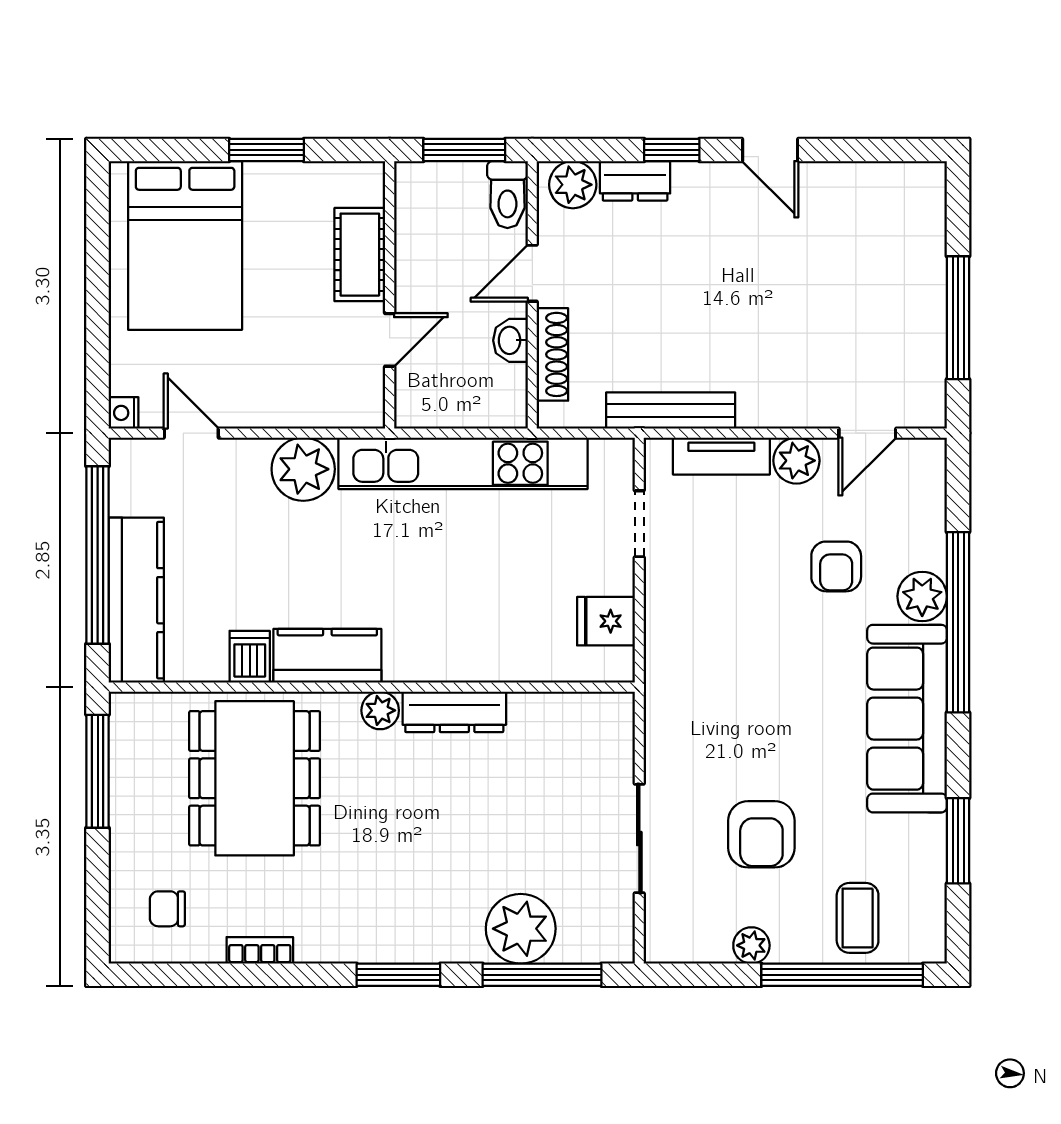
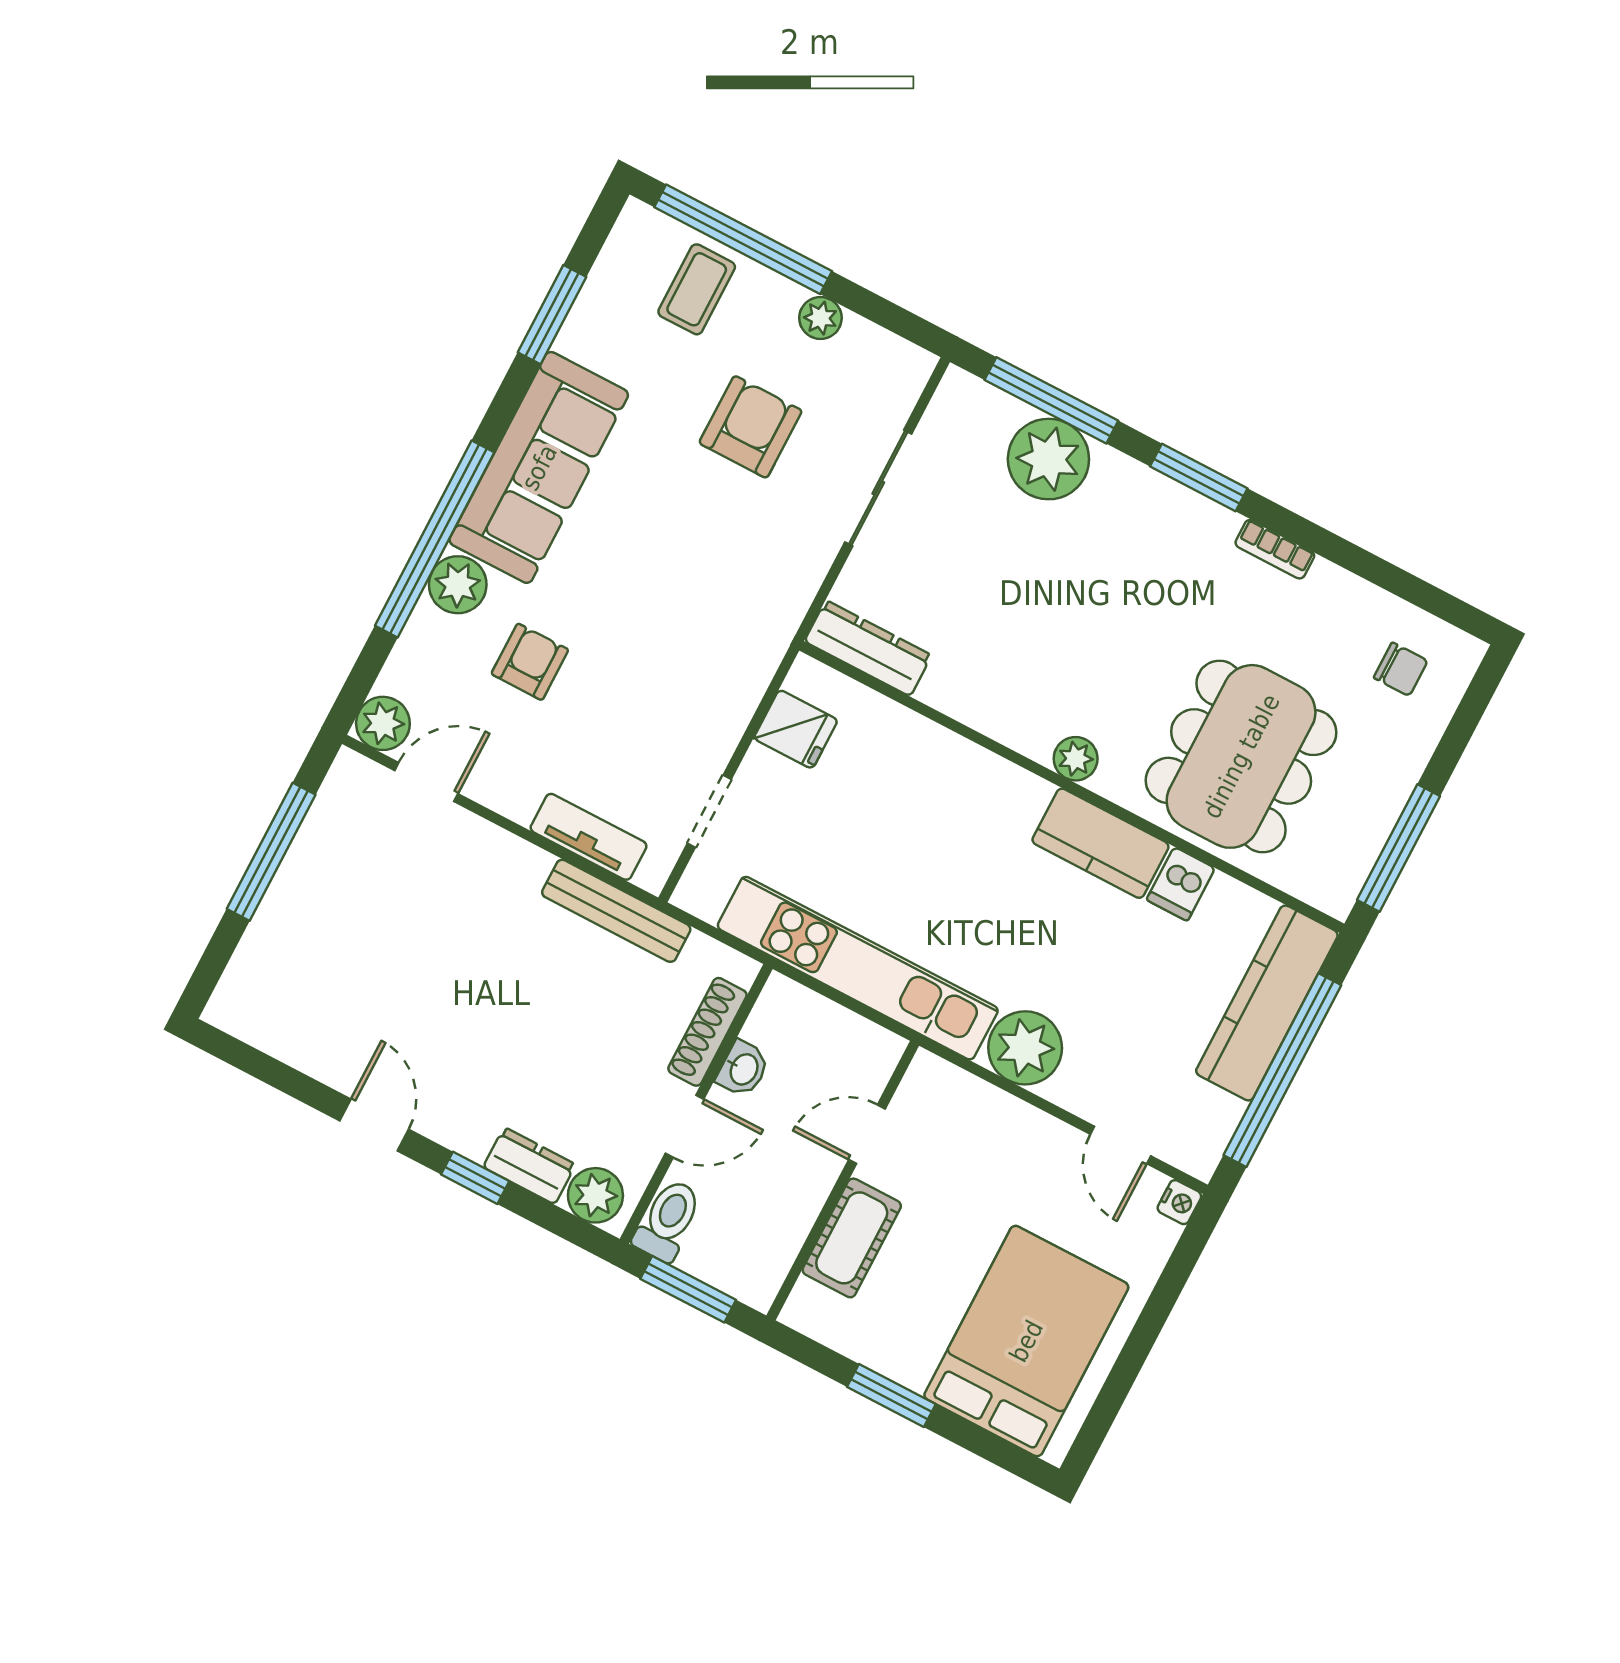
plant: (796, 461) -> (383, 723), moved
dresser: (454, 712) -> (868, 648), moved
bookcase: (260, 950) -> (1275, 549), moved

